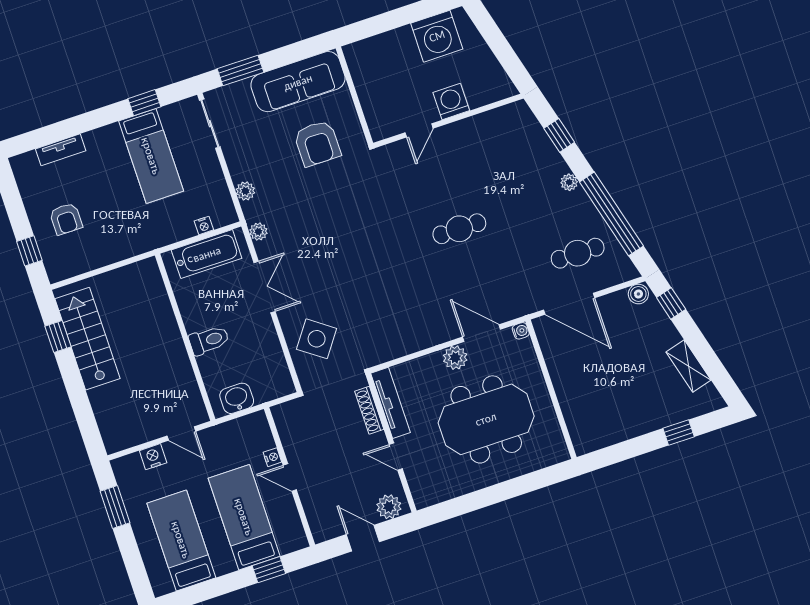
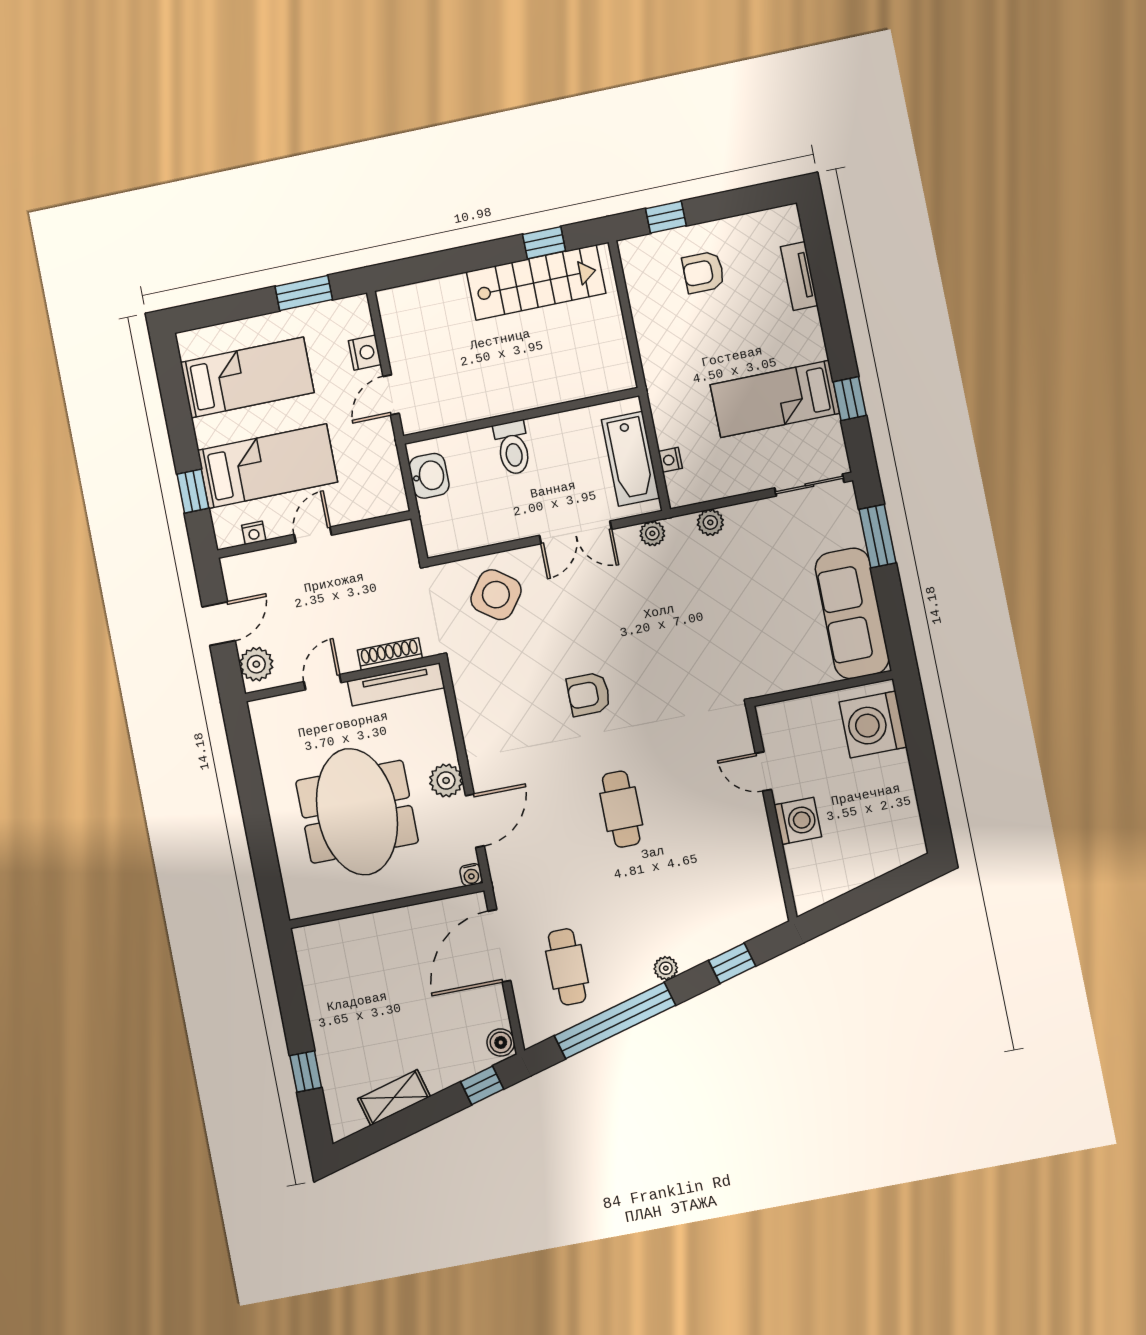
washing machine: (437, 36) -> (873, 724), moved
armchair: (317, 143) -> (589, 694), moved, width x0.72, depth x0.72
nightstand: (272, 457) -> (254, 533), moved

